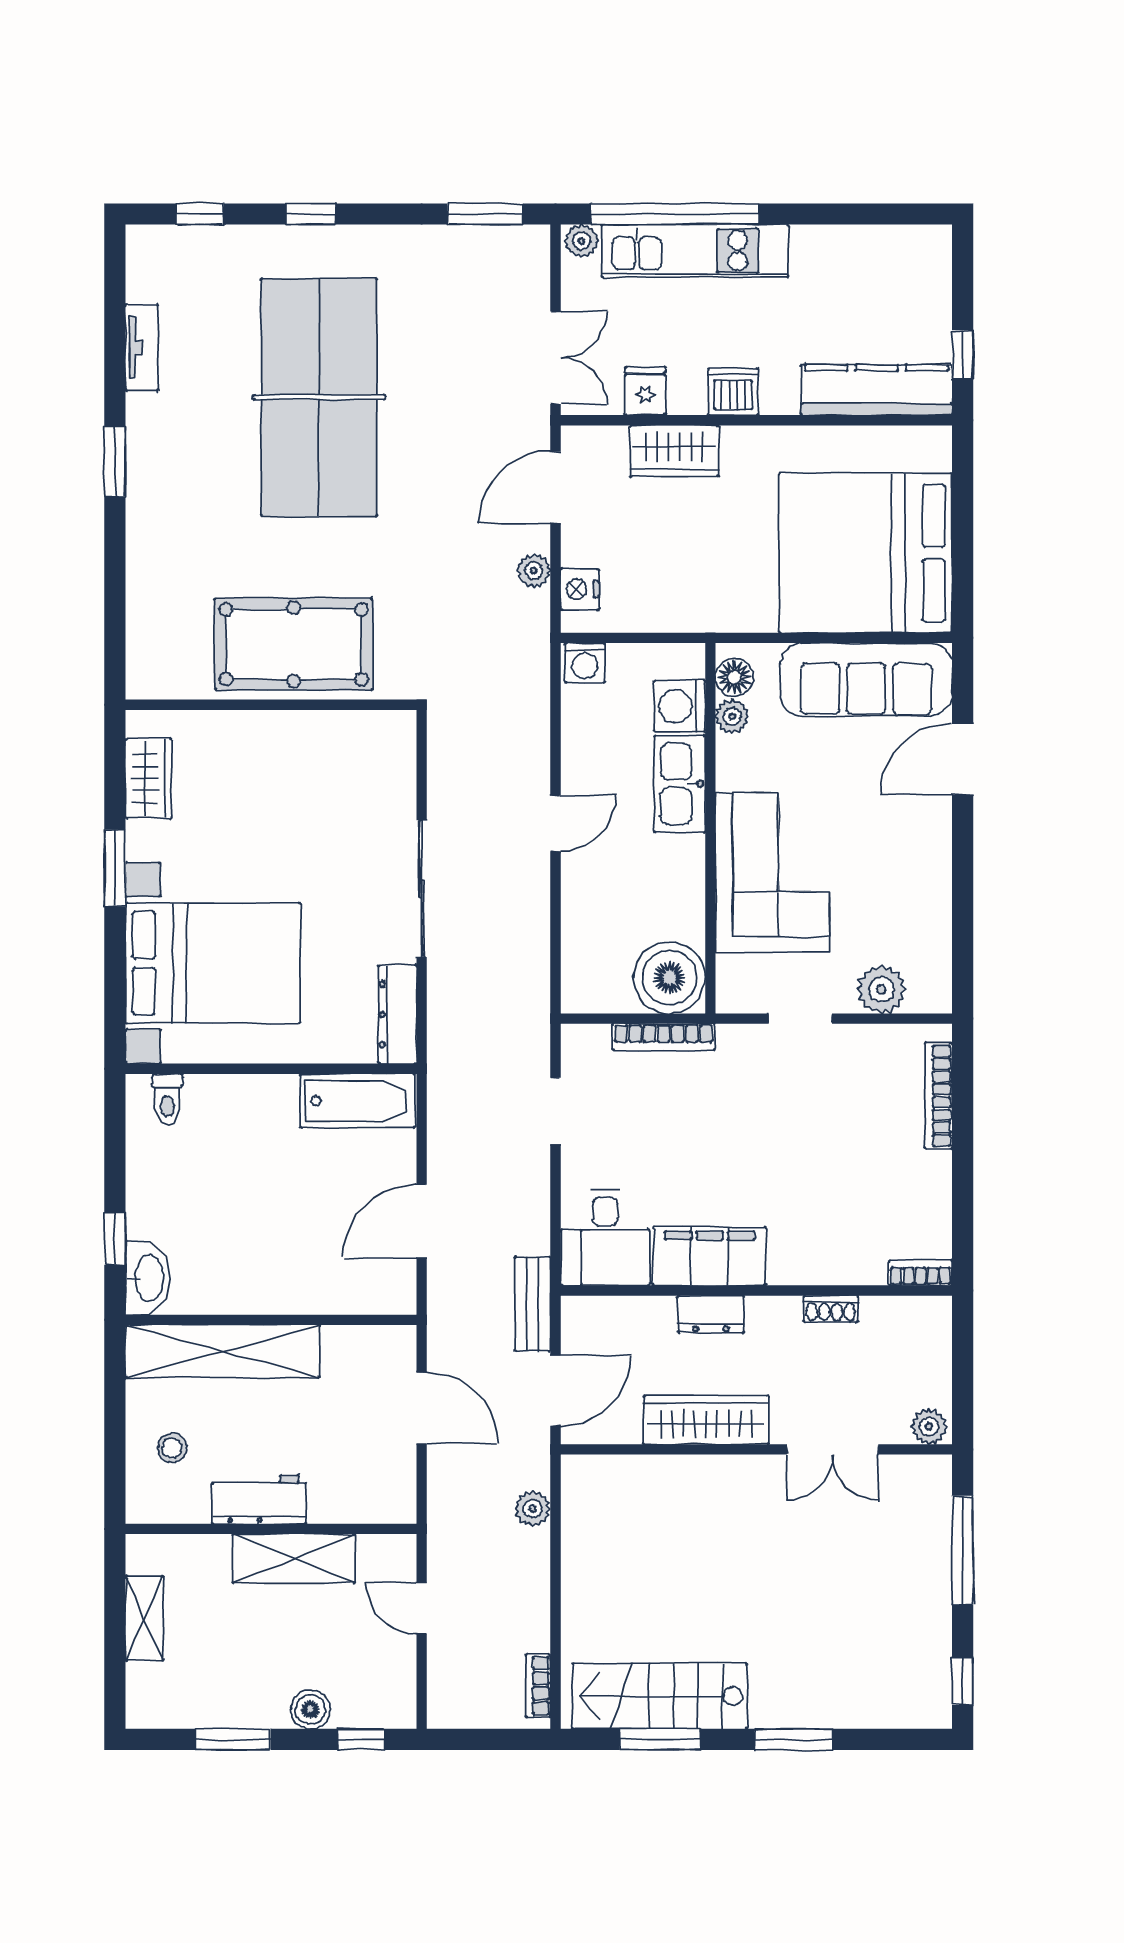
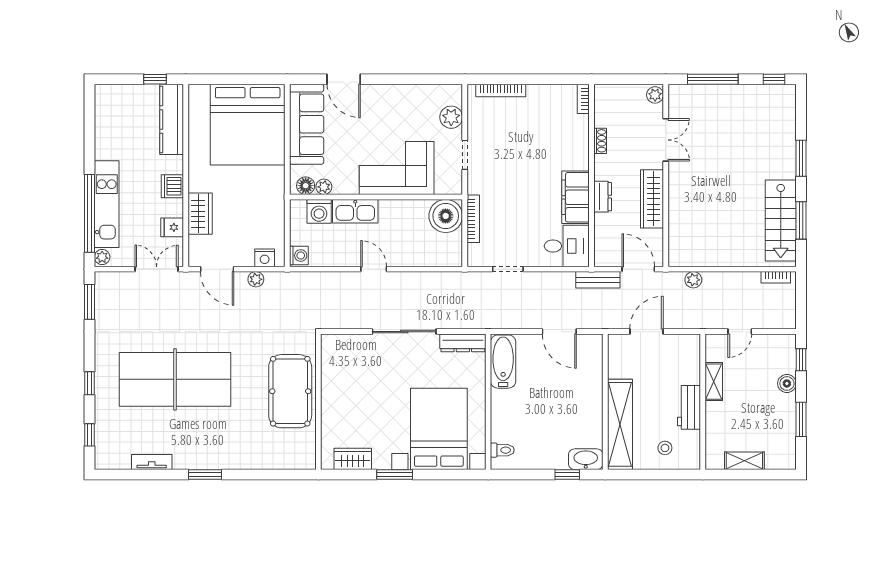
shelving: (294, 1559) -> (714, 382), width x0.67, depth x0.75

